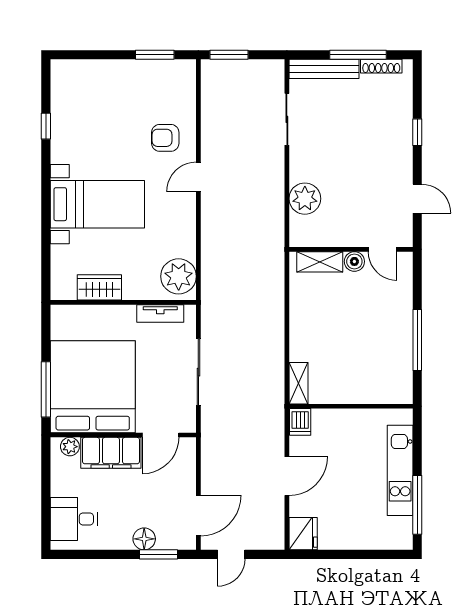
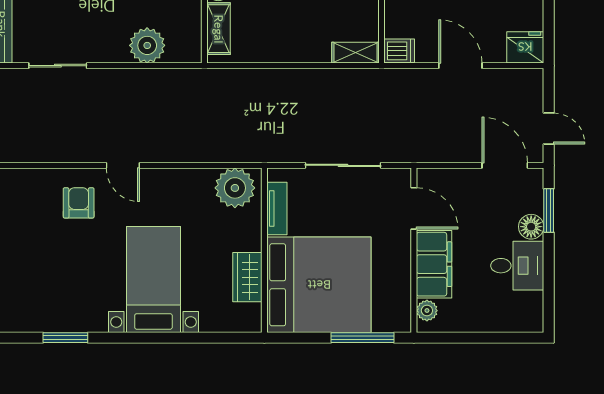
window: (46, 126) -> (65, 338), width x1.50
armchair: (165, 138) -> (79, 203), turned 180
bed: (93, 387) -> (319, 285), moved, turned 180
desk: (74, 519) -> (517, 266), moved, turned -90

